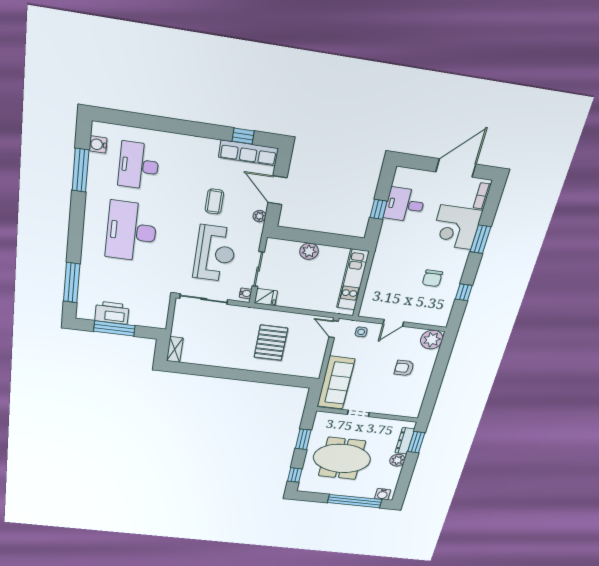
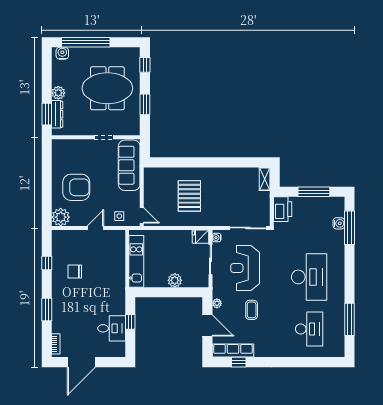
water cooler: (98, 144) -> (339, 223), moved
corner desk: (456, 227) -> (68, 316), removed
chair: (432, 278) -> (75, 272), turned -90
printer: (112, 313) -> (283, 209), moved, turned -90
armchair: (404, 368) -> (76, 187), width x1.88, depth x1.88

